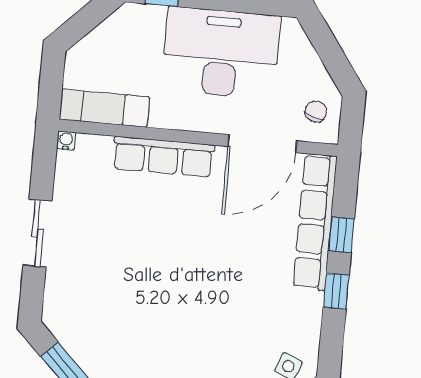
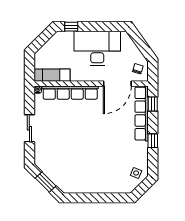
row of seats: (163, 157) -> (70, 93), width x1.36
window: (341, 235) -> (153, 104), moved

